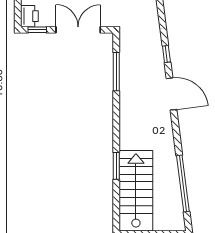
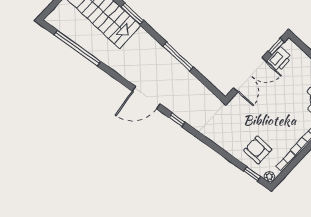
printer: (29, 16) -> (280, 59), moved, turned -90
window: (116, 72) -> (178, 57), moved

